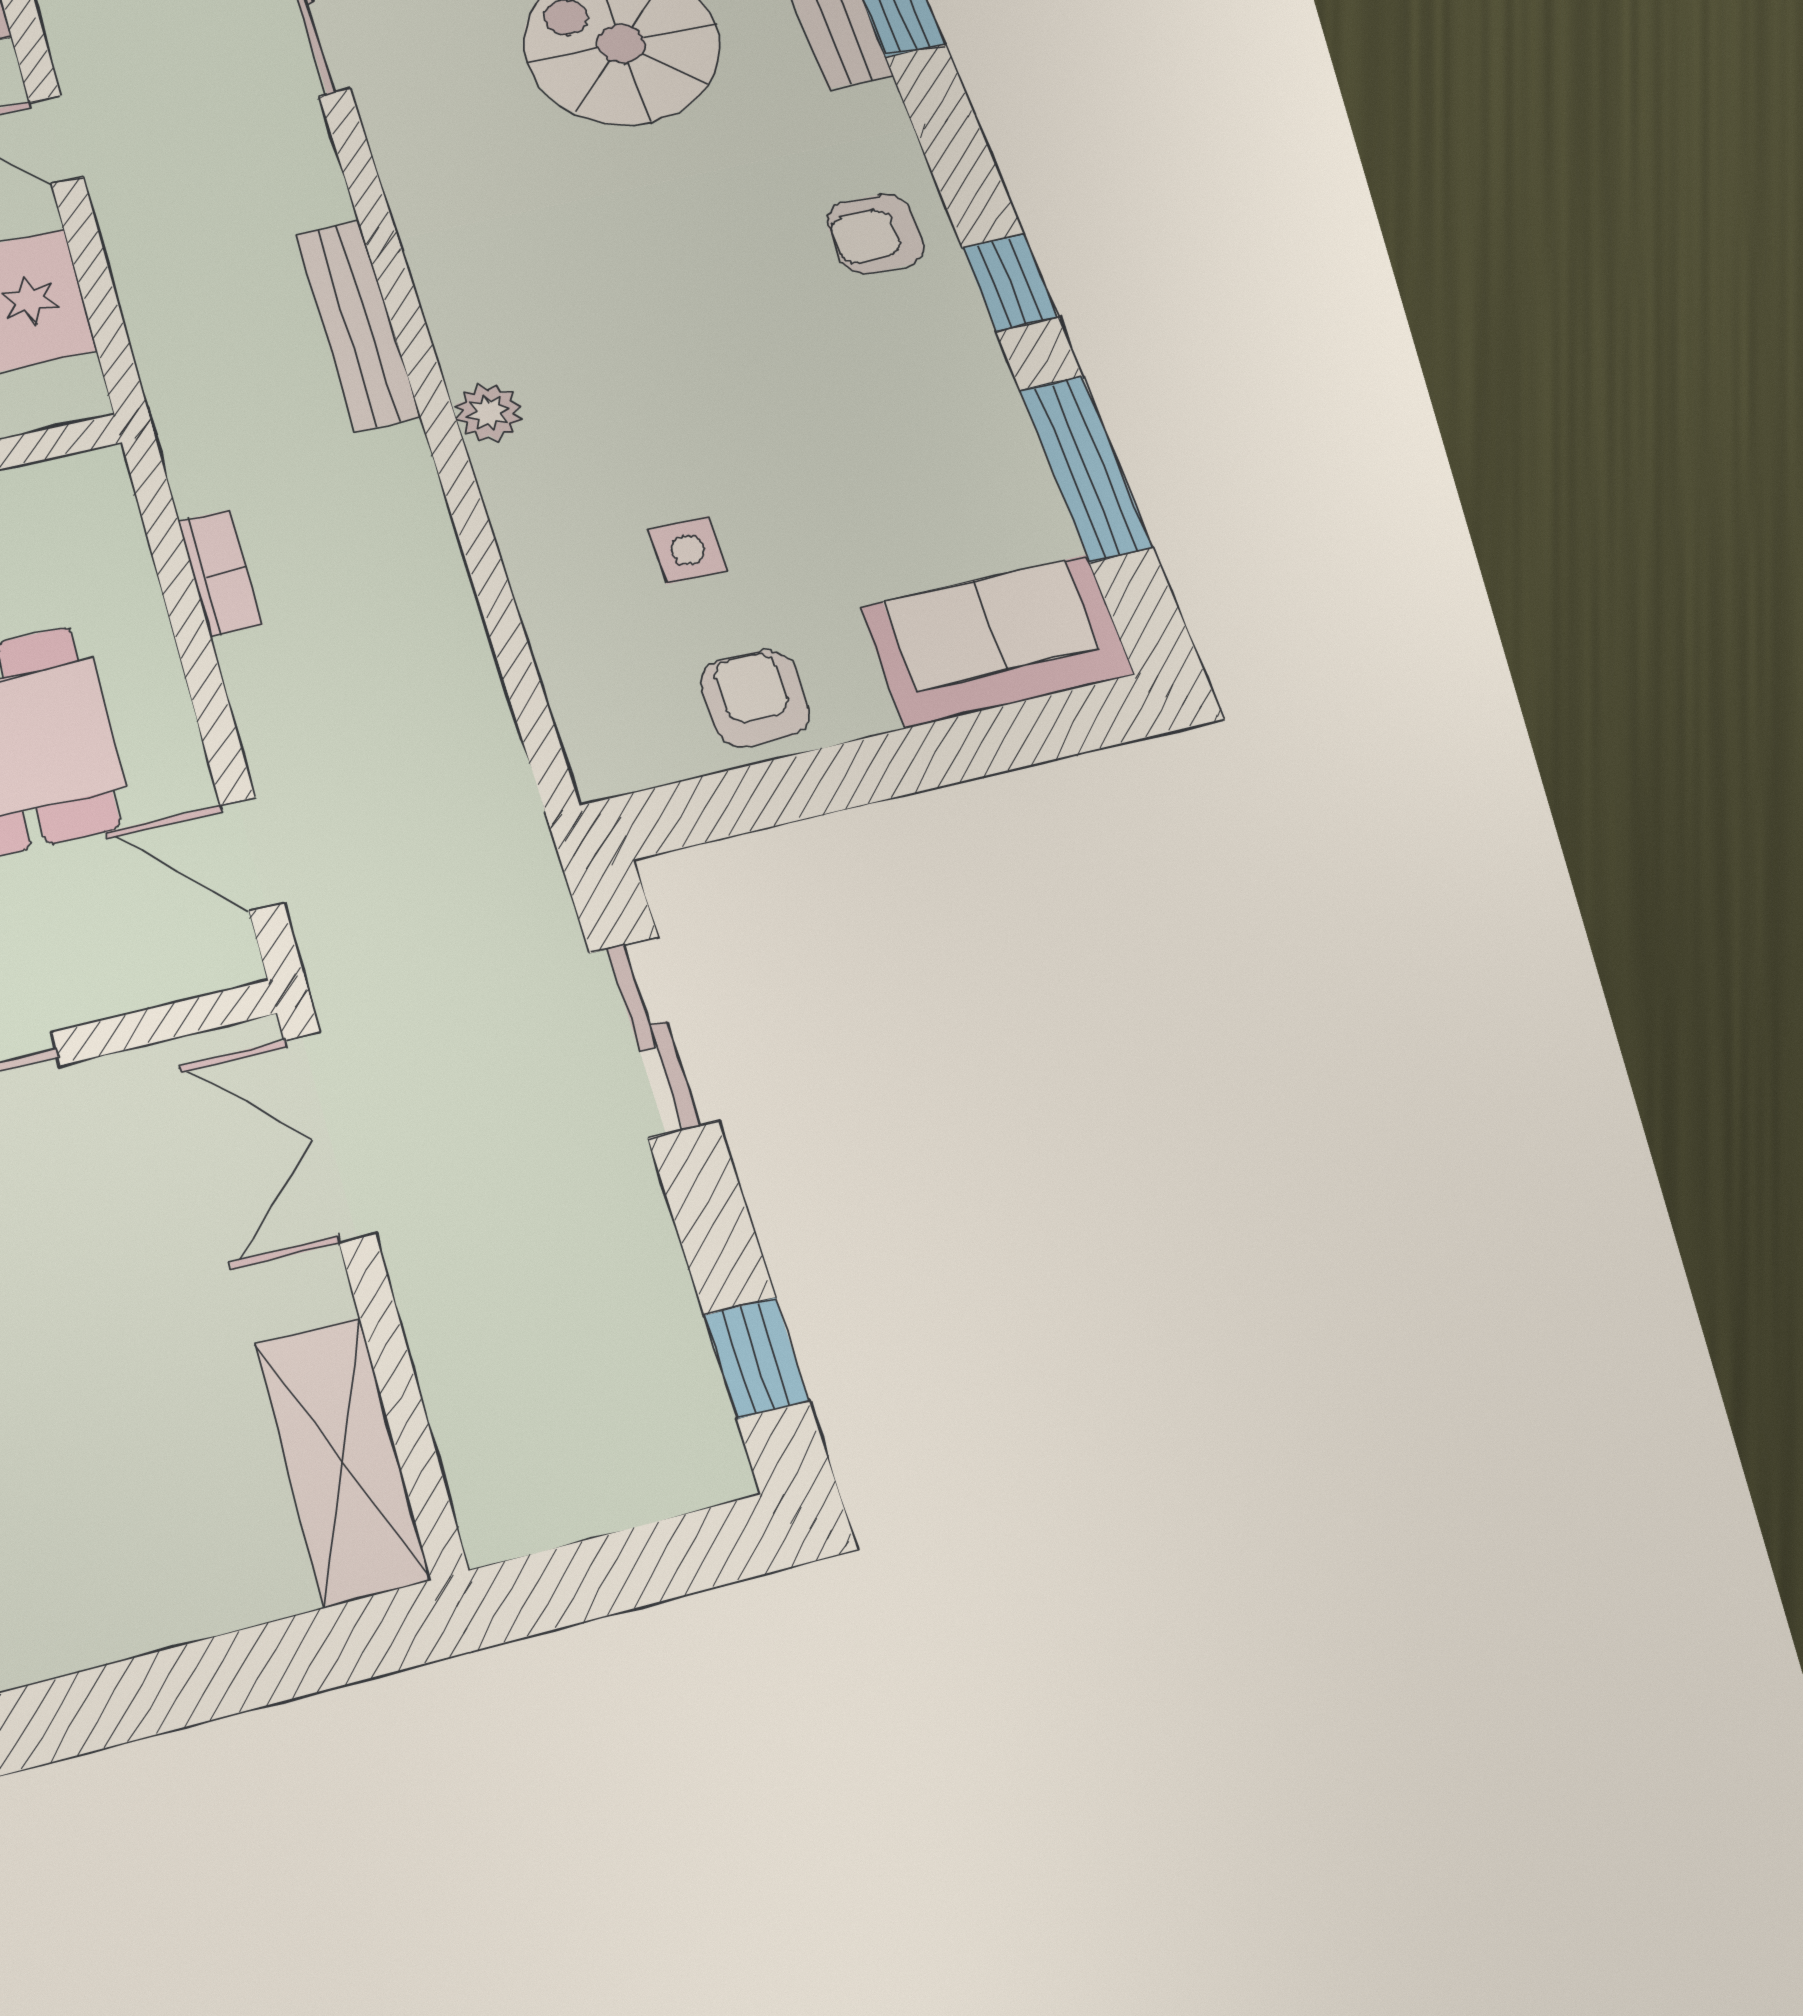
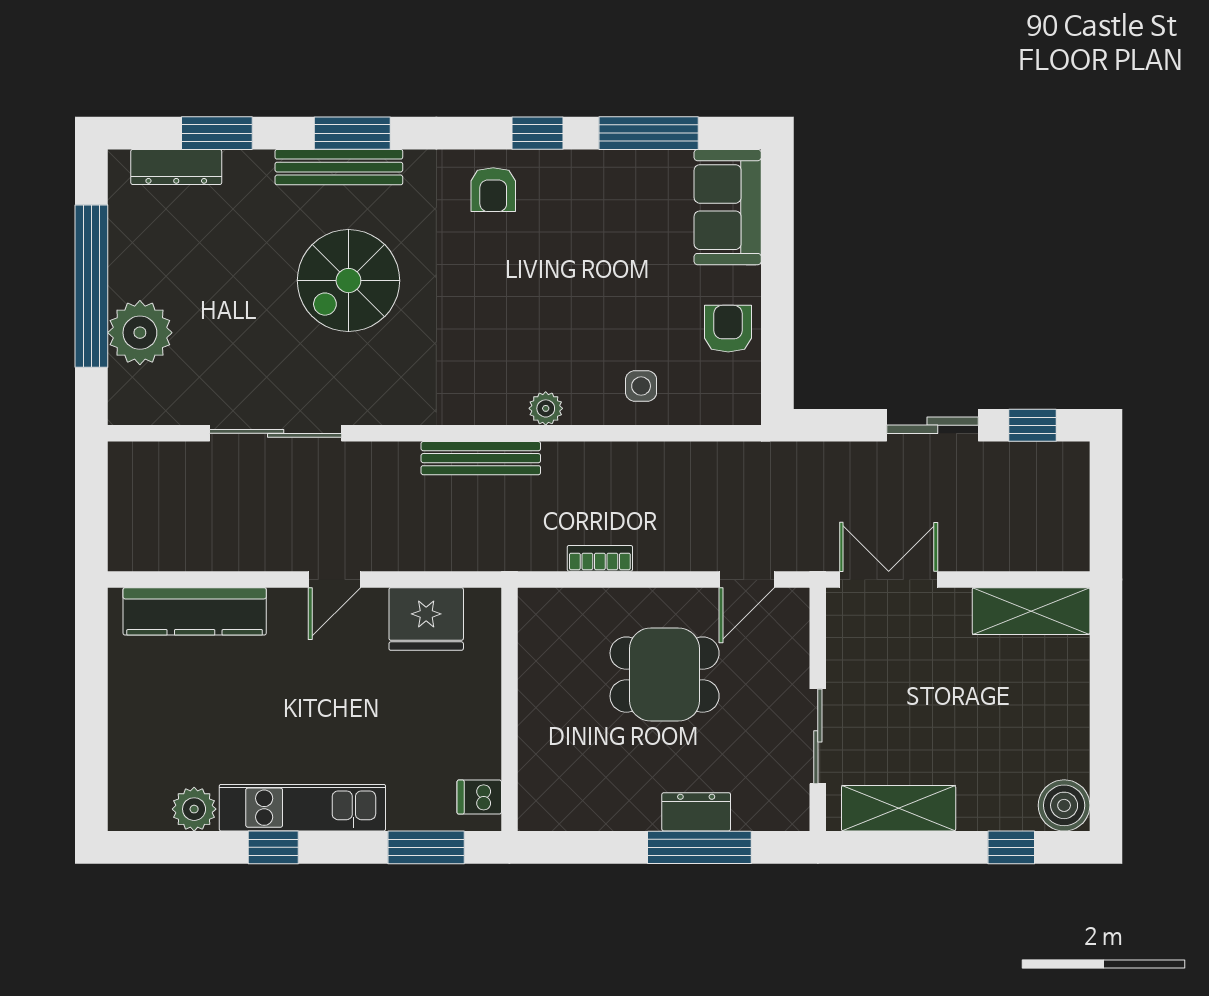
side table: (688, 550) -> (641, 386), moved
armchair: (755, 698) -> (728, 329), turned 90
sliding door: (653, 1036) -> (932, 425), moved
double door: (329, 1136) -> (889, 579), swing flipped

